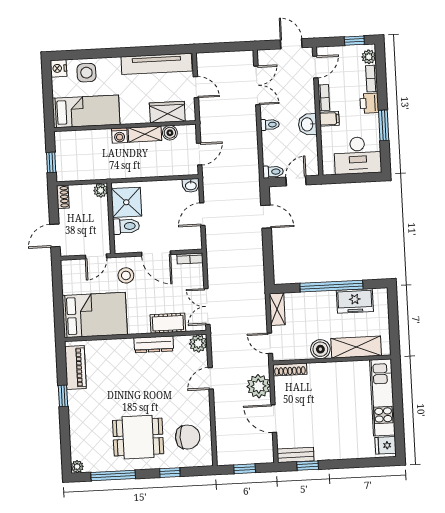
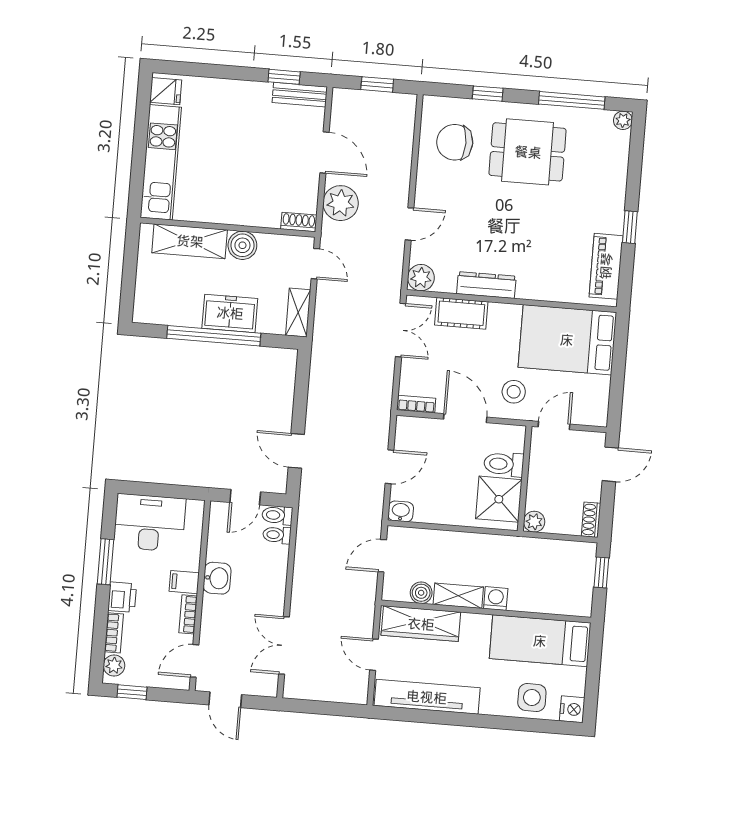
wardrobe: (167, 112) -> (421, 624), width x1.50
toilet: (270, 125) -> (277, 535), moved
freezer: (355, 301) -> (230, 313), moved
shoe rack: (290, 370) -> (299, 222), width x0.70

